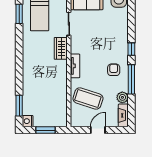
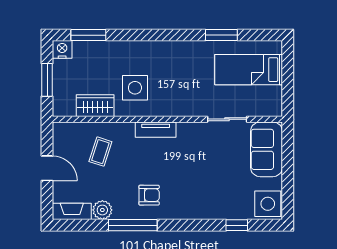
window: (19, 14) -> (221, 35), moved
wardrobe: (61, 48) -> (95, 106), moved
window: (131, 49) -> (237, 225), moved
side table: (50, 78) -> (135, 88), added
coffee table: (88, 98) -> (100, 152), width x0.54, depth x0.58

